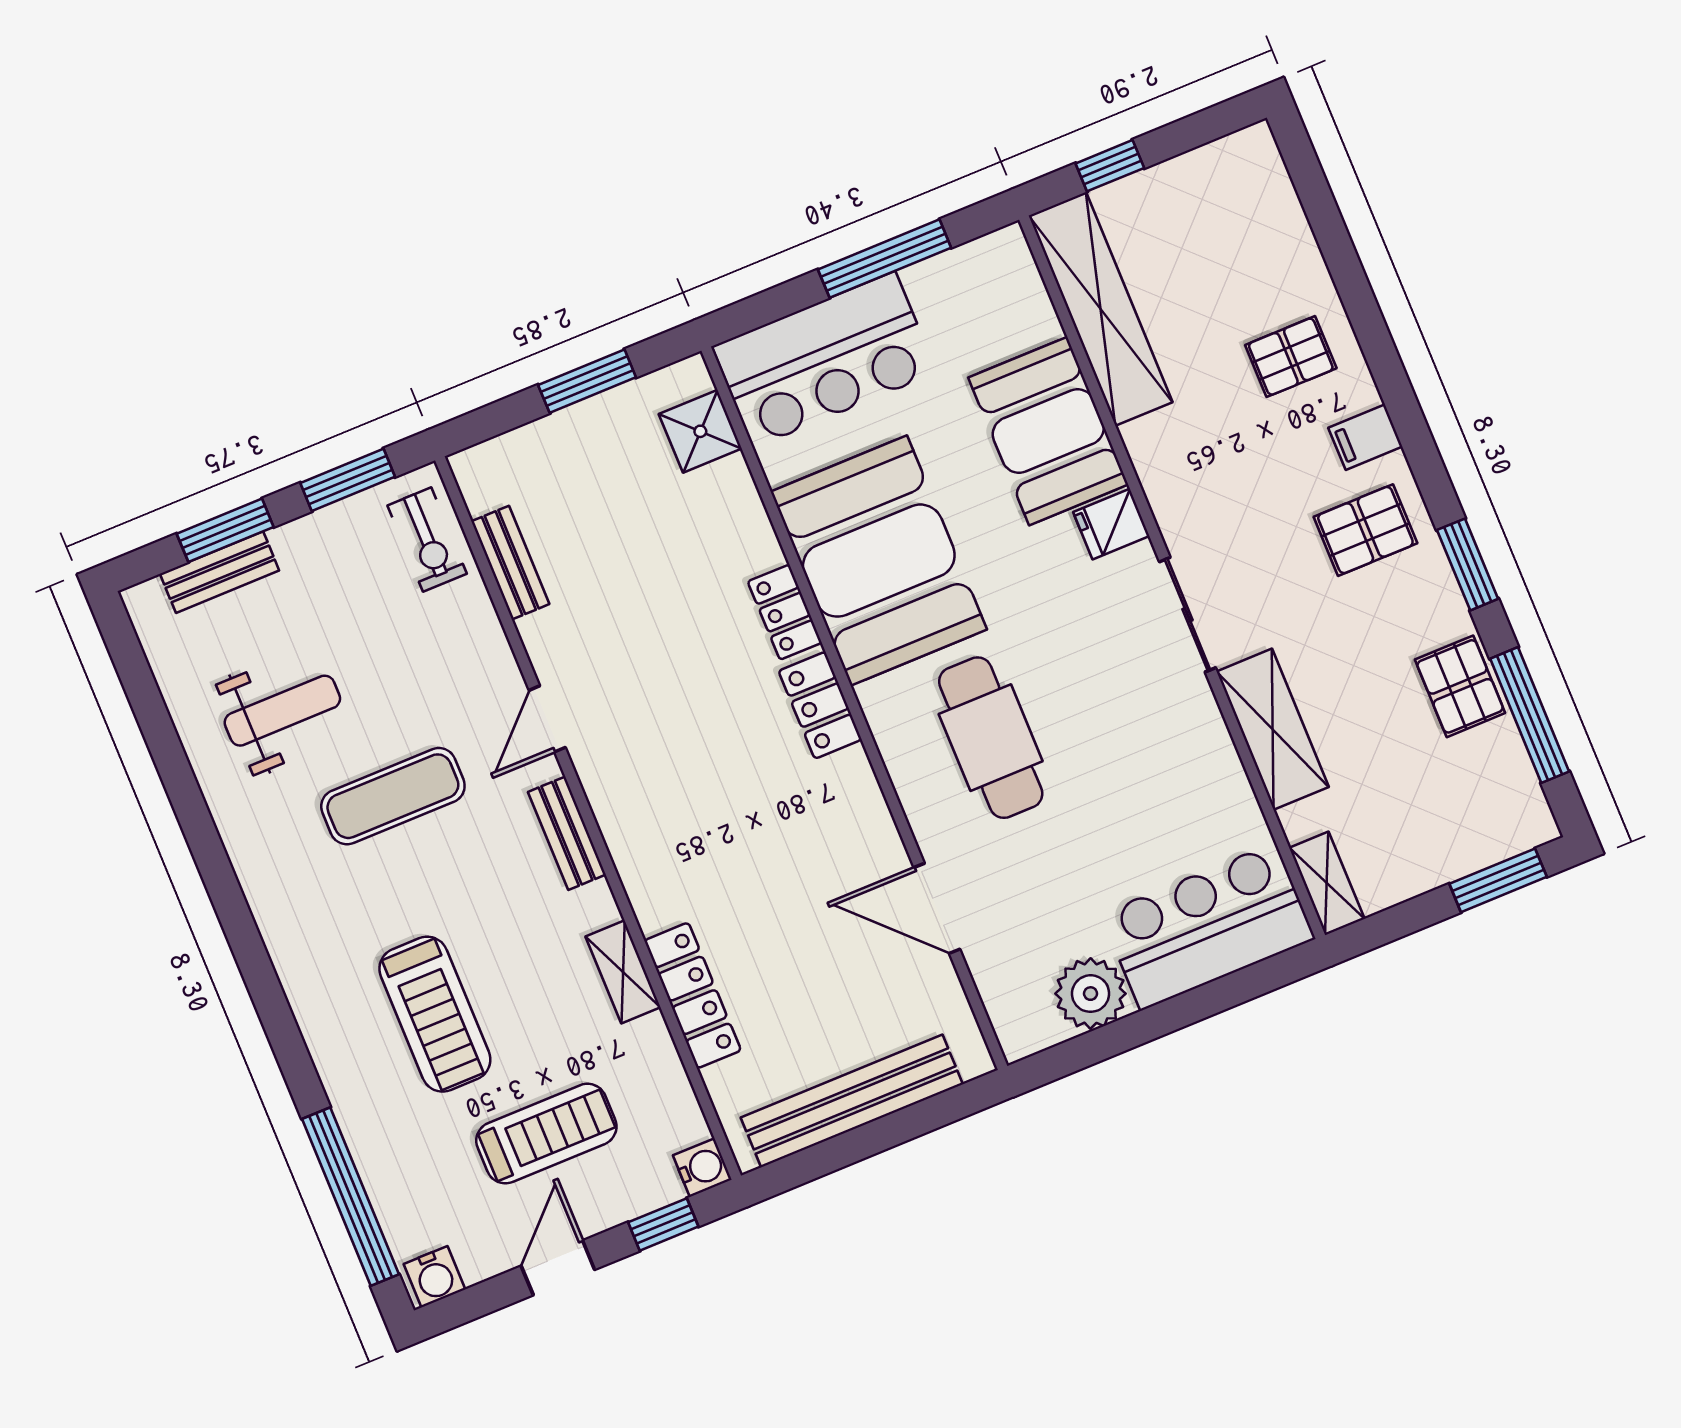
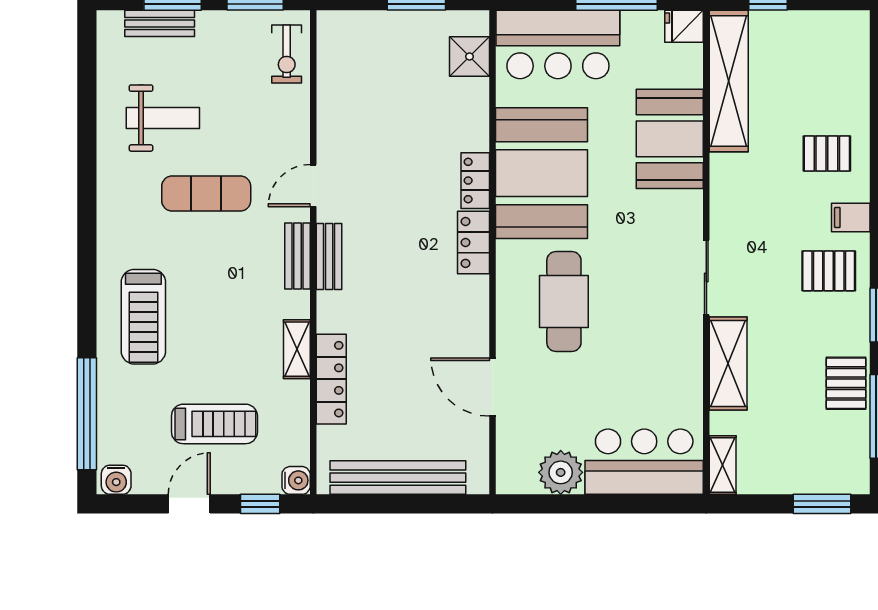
fridge: (1111, 524) -> (684, 26), moved
bench: (510, 563) -> (329, 257), moved
treadmill: (435, 1014) -> (143, 317), moved

